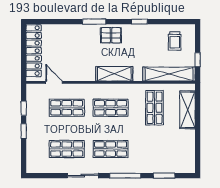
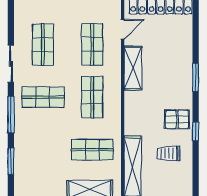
pallet: (111, 35) -> (177, 119), moved, turned 90
trolley: (175, 41) -> (169, 153), moved
shelving: (114, 74) -> (133, 68), moved
shop shelf: (111, 149) -> (43, 97), turned 90

